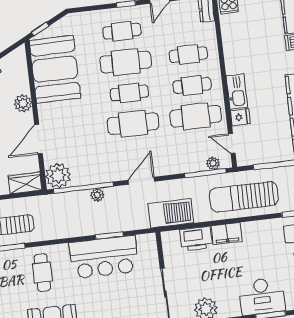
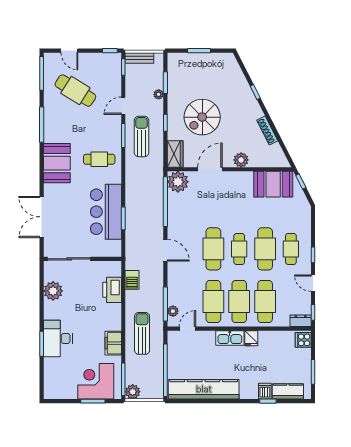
cafe table: (188, 55) -> (265, 302), width x1.37, depth x1.35
booth: (55, 69) -> (273, 184), width x0.73, depth x0.70
cafe table: (192, 85) -> (239, 302), width x1.37, depth x1.35
fridge: (240, 117) -> (251, 338), moved
door: (38, 139) -> (210, 169), hinge flipped
plant: (97, 195) -> (158, 212), removed
sun lounger: (244, 197) -> (142, 333), width x0.73, depth x0.75
barbecue: (171, 213) -> (132, 280), width x0.53, depth x0.65
filing cabinet: (227, 234) -> (113, 343), moved

